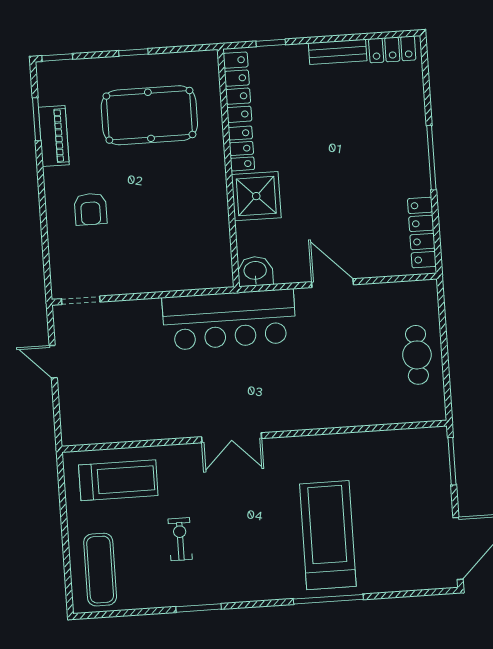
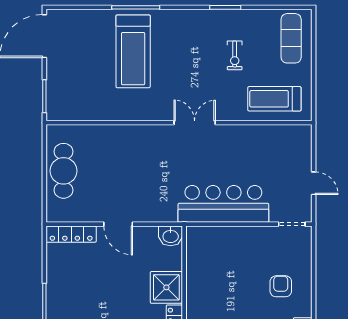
locker: (422, 232) -> (71, 234), moved, turned 90
bar counter: (229, 320) -> (223, 204), moved
cafe table: (417, 355) -> (63, 171), width x1.37, depth x1.35

